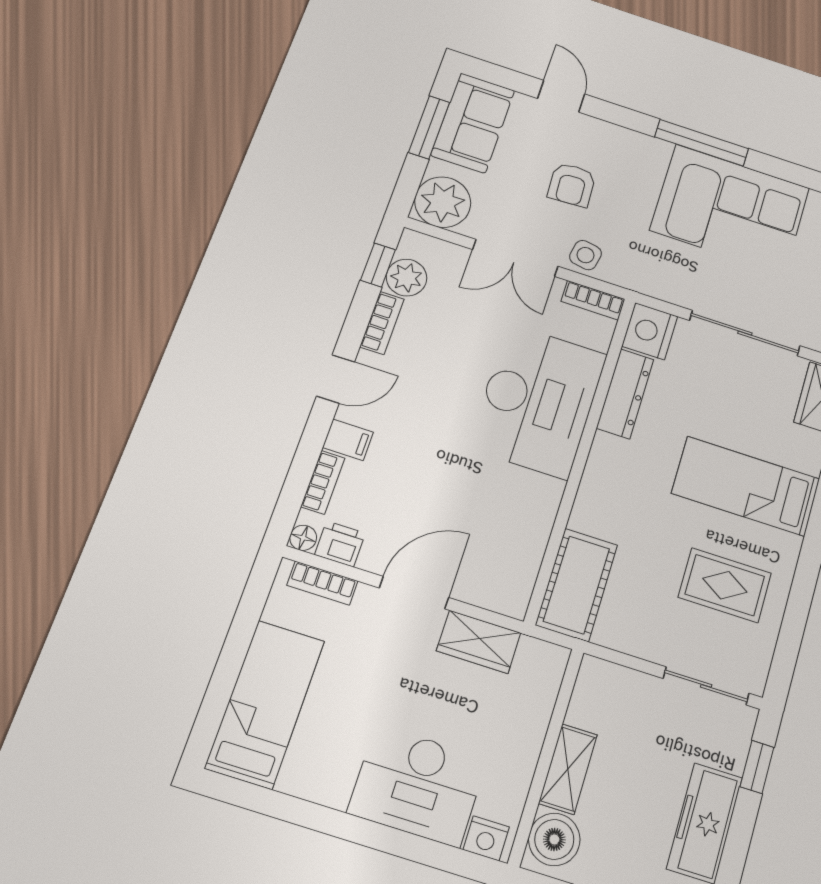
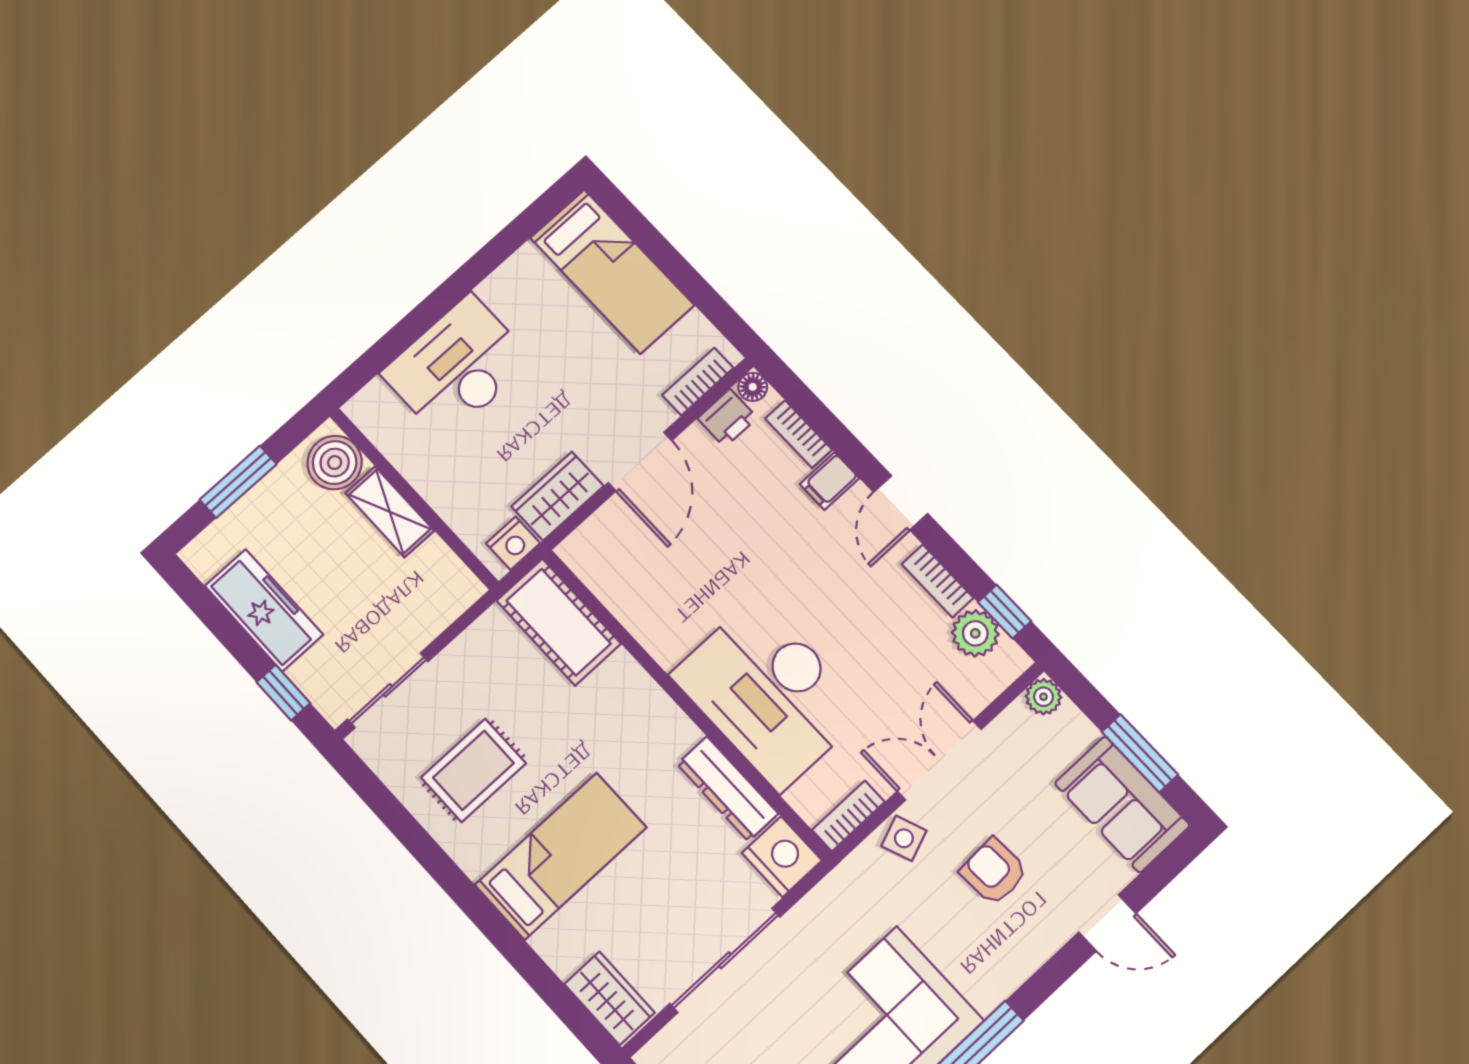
plant: (443, 202) -> (1044, 697), width x0.53, depth x0.53
side table: (586, 255) -> (904, 838), turned -31
nightstand: (486, 838) -> (513, 543), moved, turned 180

